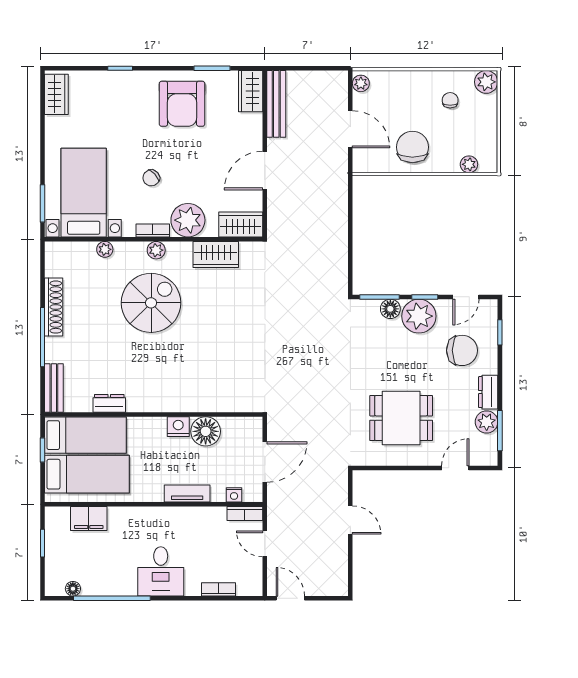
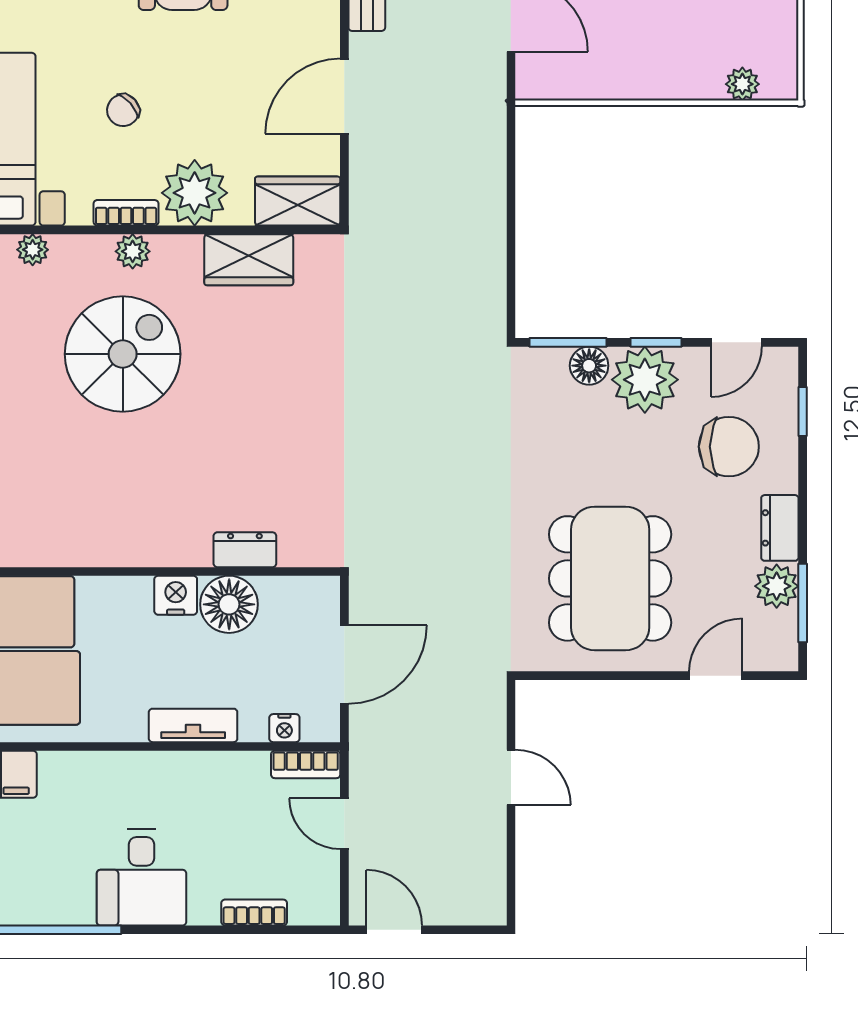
chair: (412, 147) -> (632, 50), removed
dresser: (109, 403) -> (245, 550), moved
dining table: (401, 418) -> (610, 578), width x1.37

